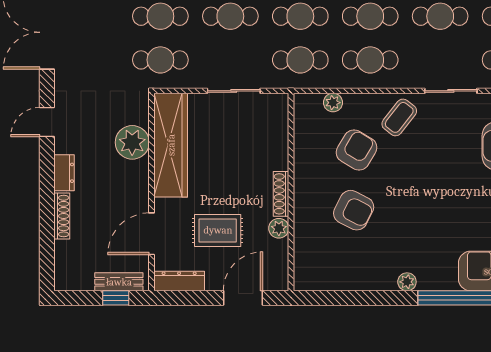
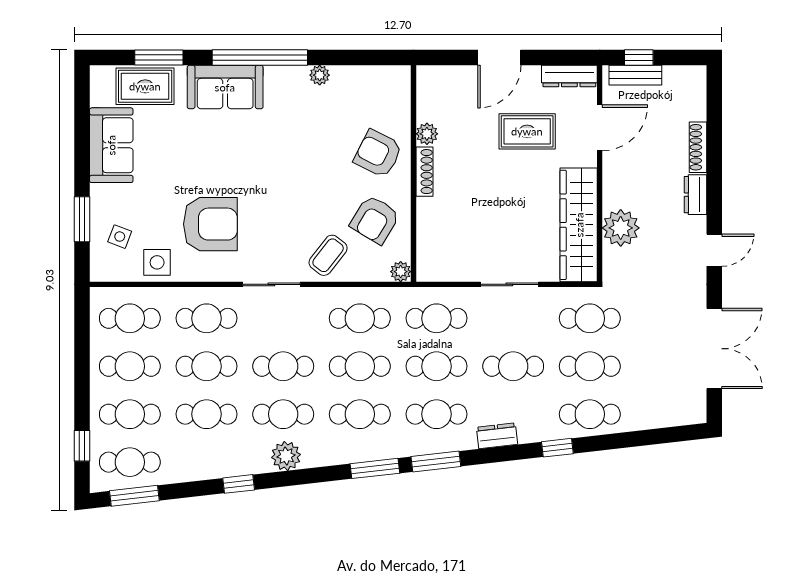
wall: (291, 192) -> (413, 173), moved
shoe rack: (281, 194) -> (424, 172), moved
plant: (279, 228) -> (427, 134), moved

